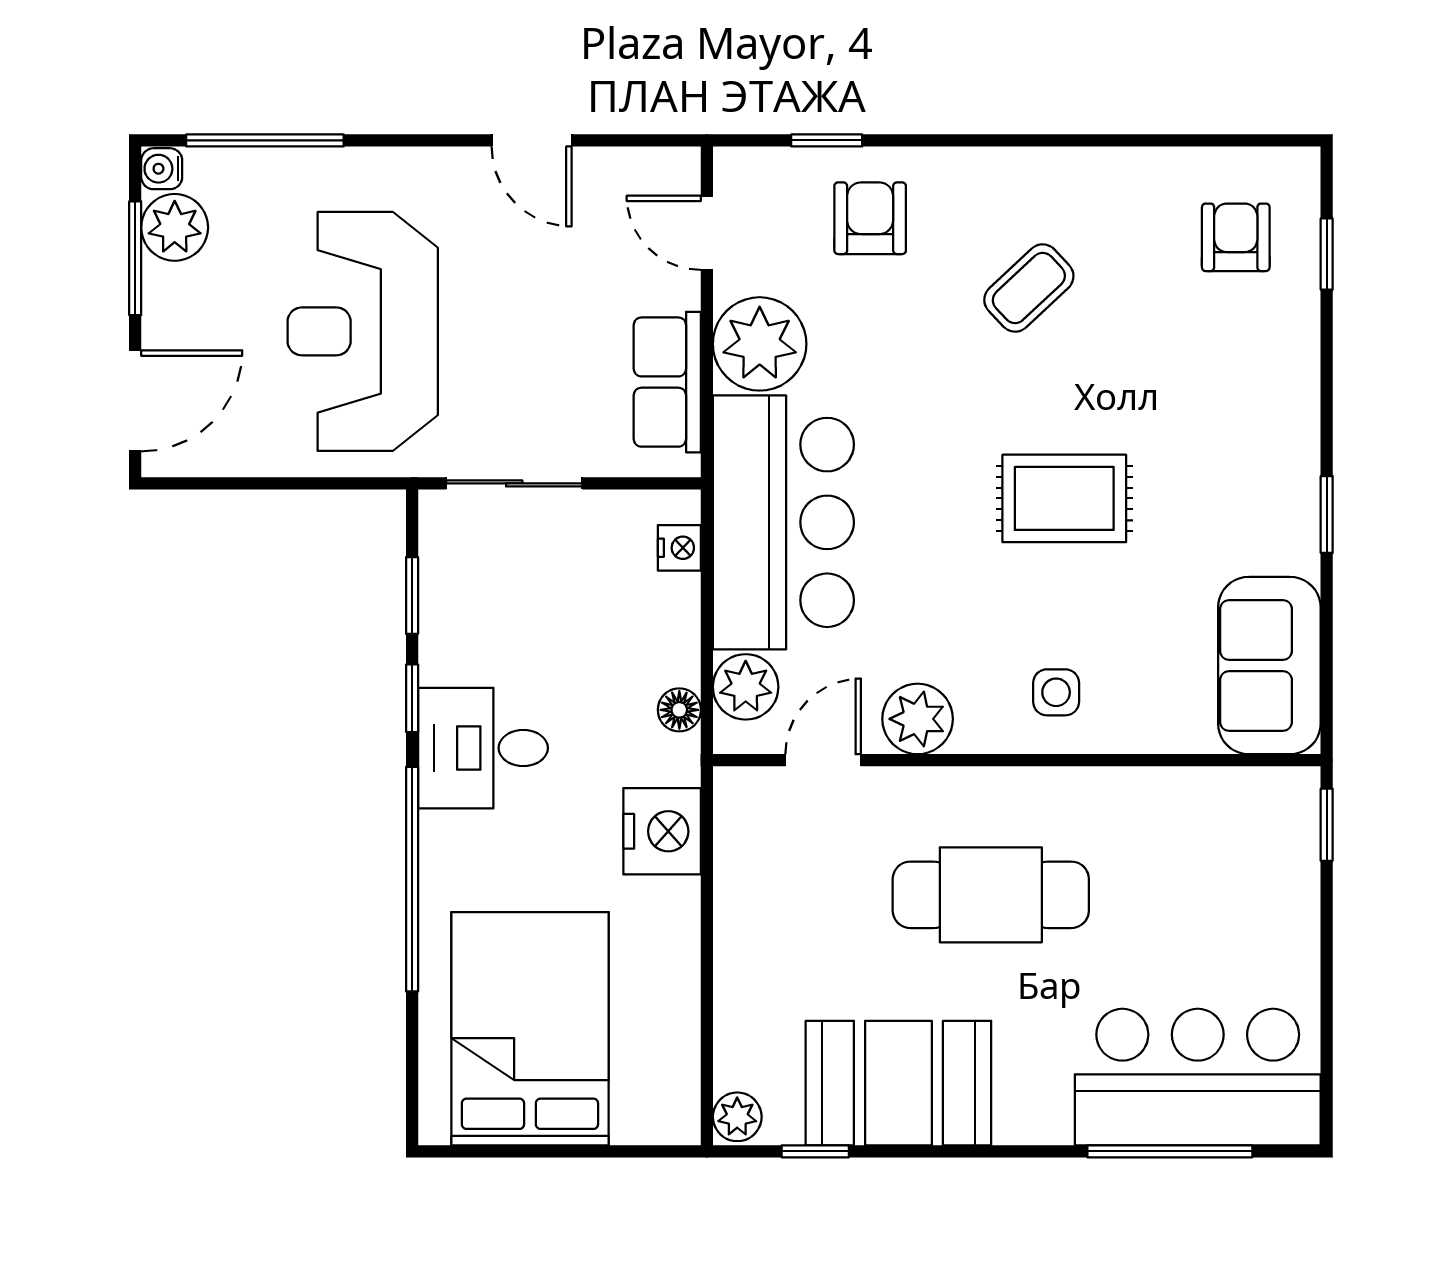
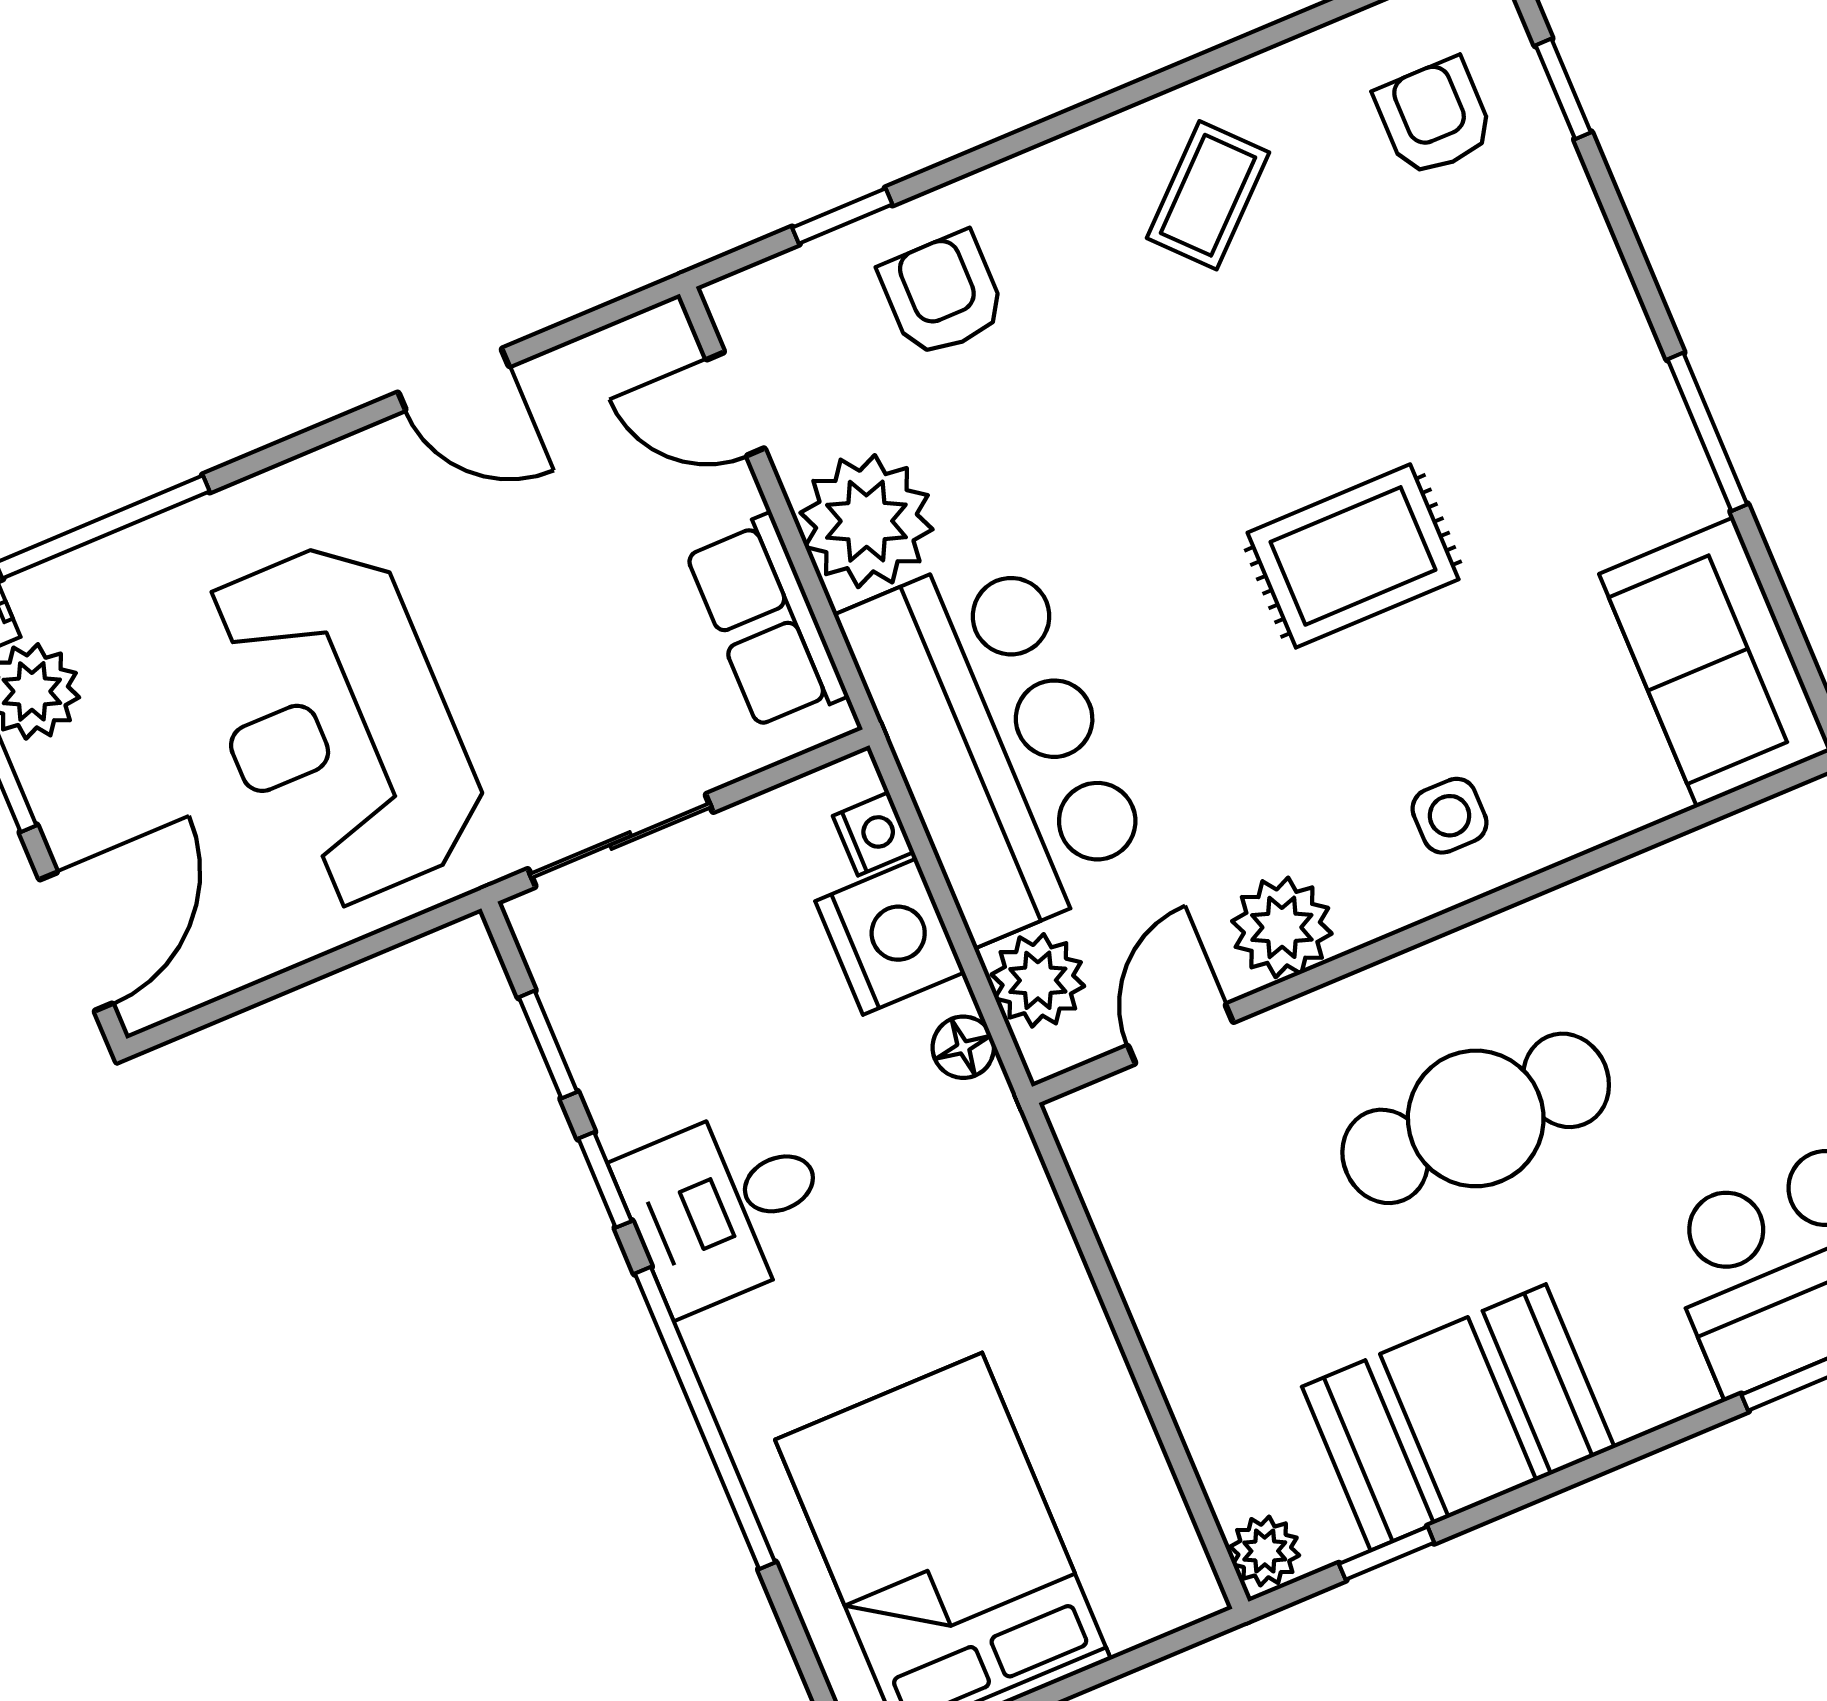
coffee table: (1029, 288) -> (1208, 195), moved
window: (1327, 515) -> (1707, 432), width x1.50
nightstand: (662, 831) -> (890, 937), moved

